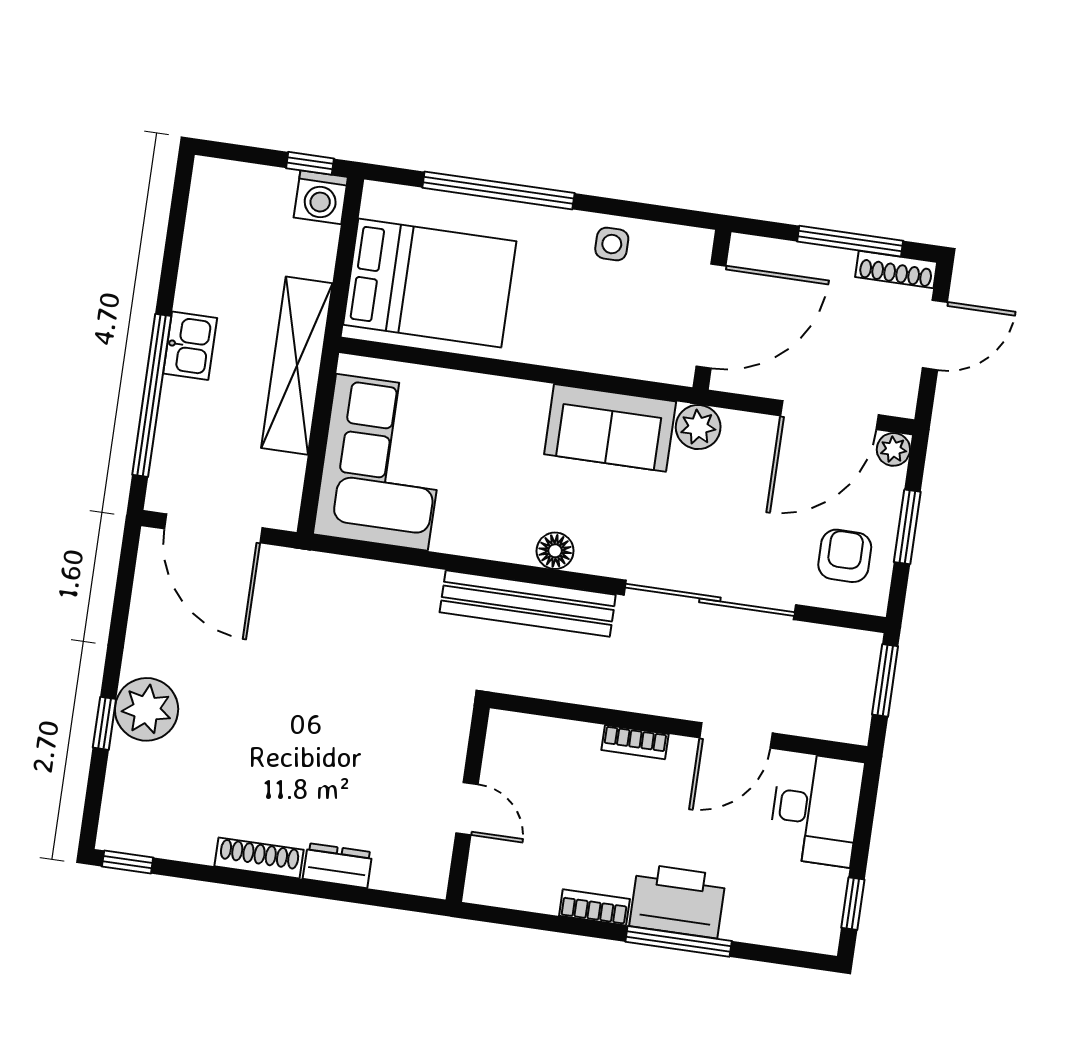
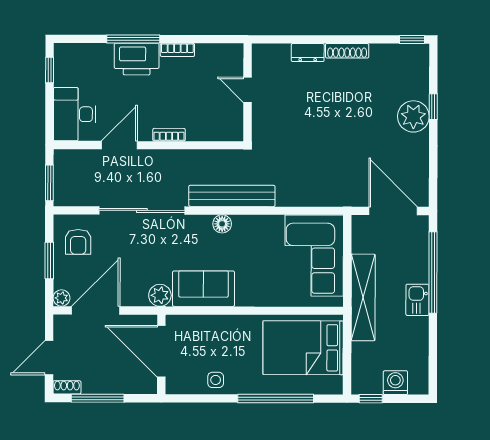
washing machine: (321, 197) -> (395, 383), moved
shoe rack: (896, 270) -> (67, 387), width x0.70
door: (711, 316) -> (161, 351), hinge flipped

